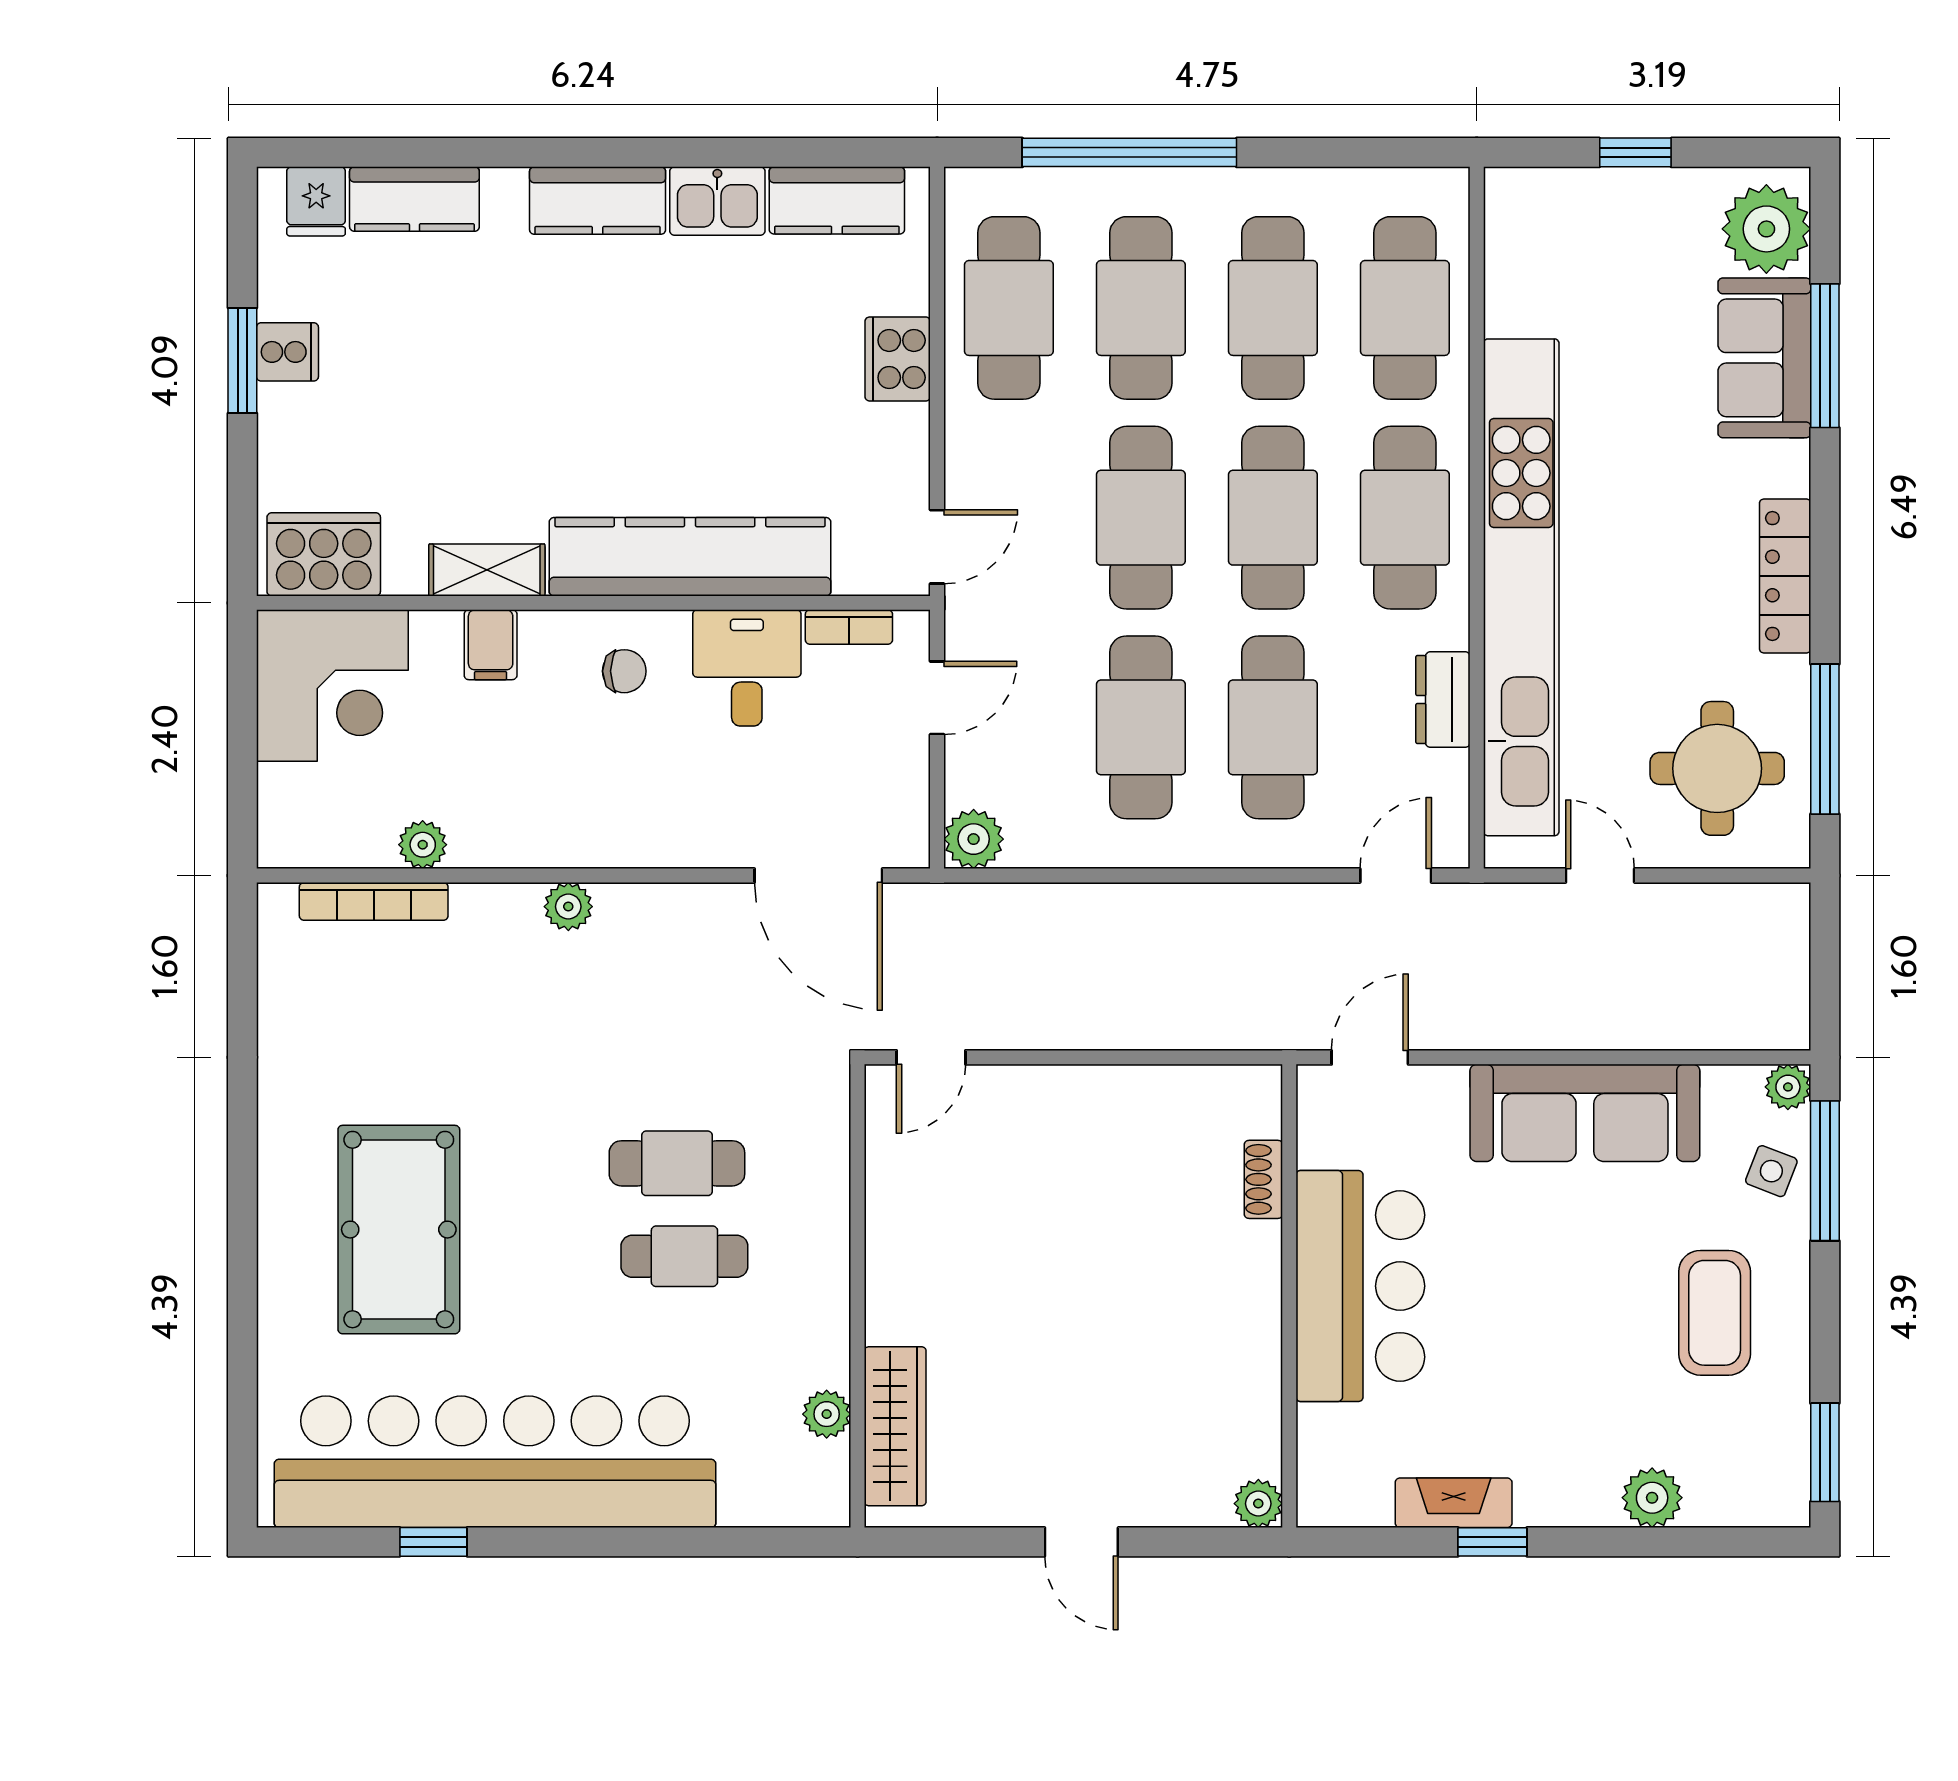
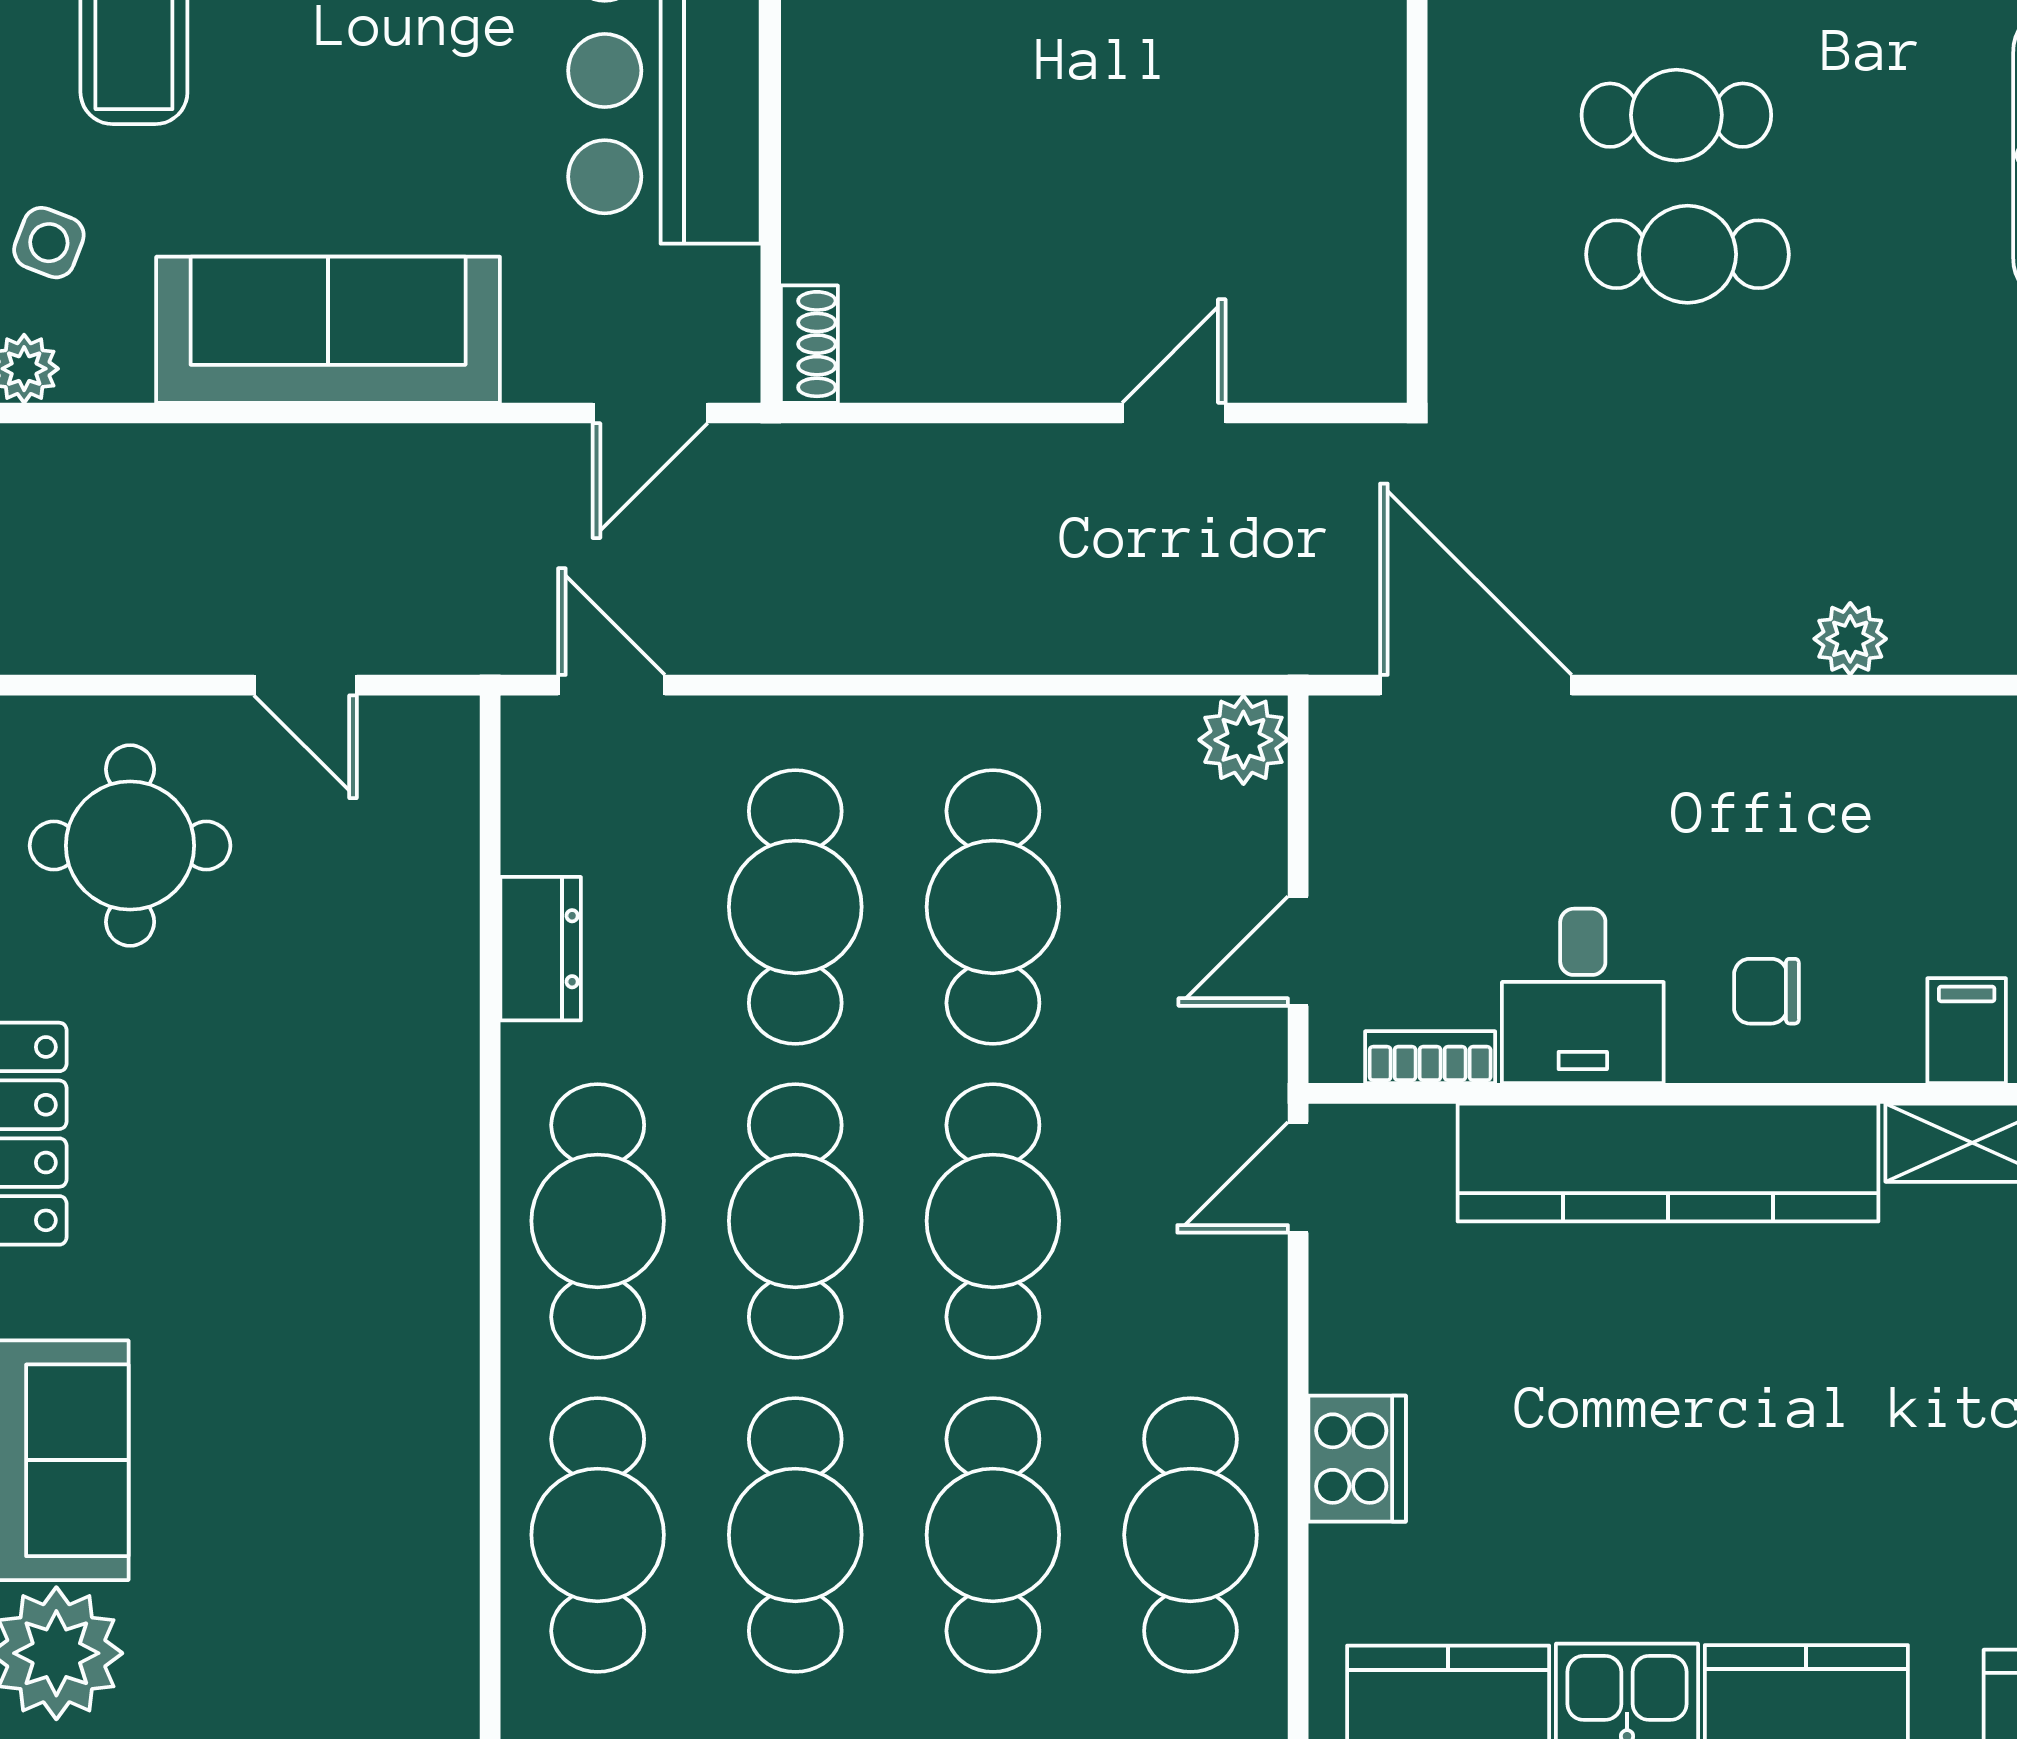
kitchen unit: (1521, 587) -> (423, 1117), removed
door: (1396, 876) -> (611, 685), swing flipped
door: (931, 1057) -> (1174, 413), moved
shoe rack: (1263, 1179) -> (809, 344), moved

